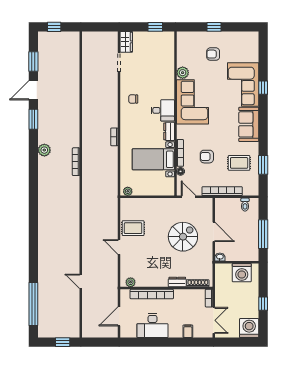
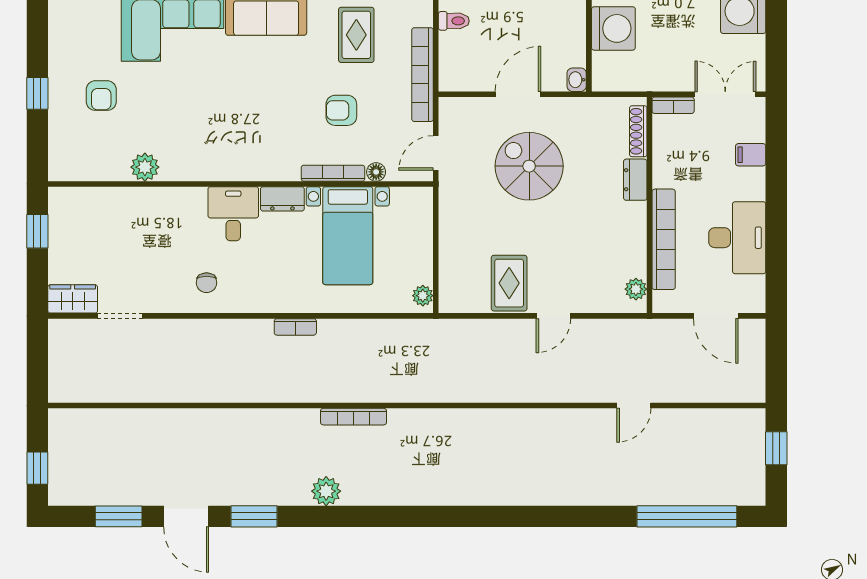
corner sofa: (192, 102) -> (213, 144), removed
armchair: (207, 157) -> (341, 110), turned 90

